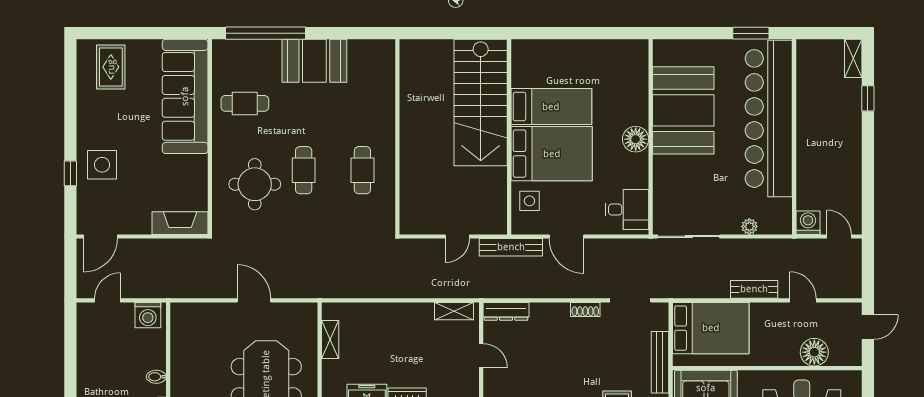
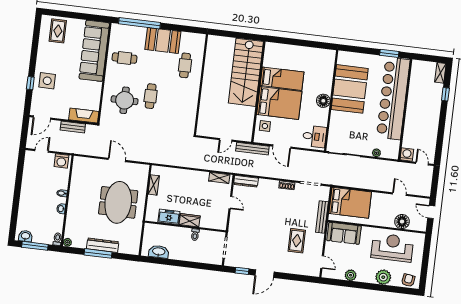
cafe table: (362, 170) -> (185, 65), moved
bench: (754, 289) -> (73, 127), moved
door: (868, 327) -> (431, 212), swing flipped

